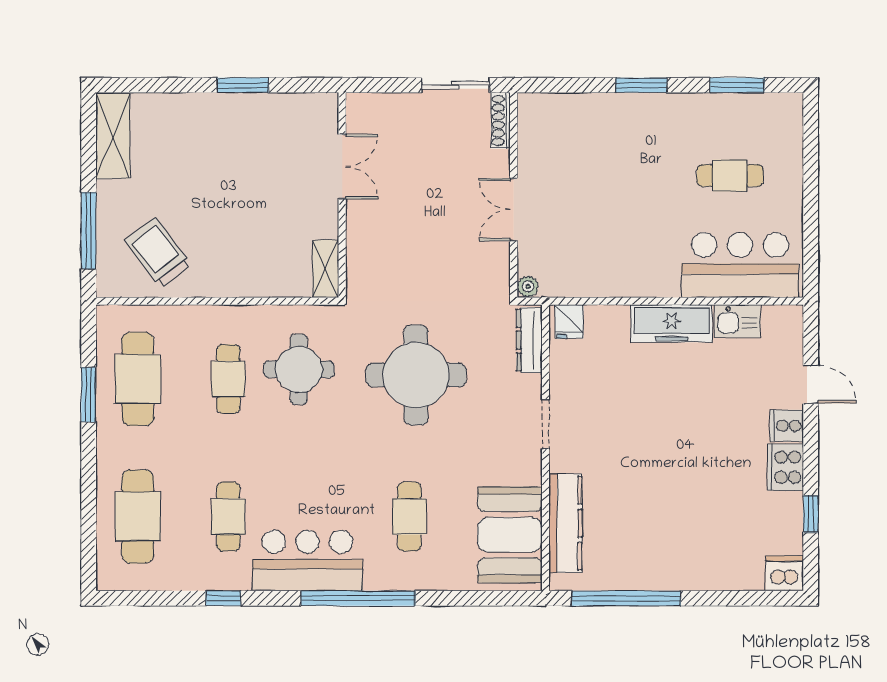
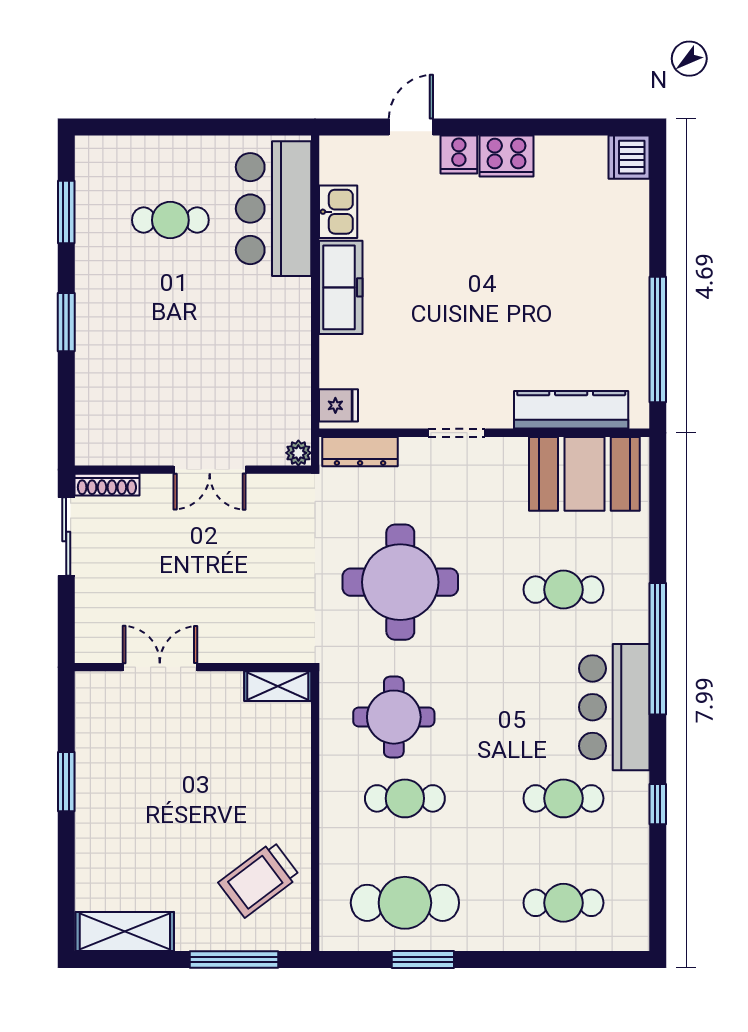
cafe table: (730, 176) -> (170, 220), turned 90
window: (811, 514) -> (561, 127), removed
cafe table: (138, 517) -> (563, 903), width x0.73, depth x0.74

